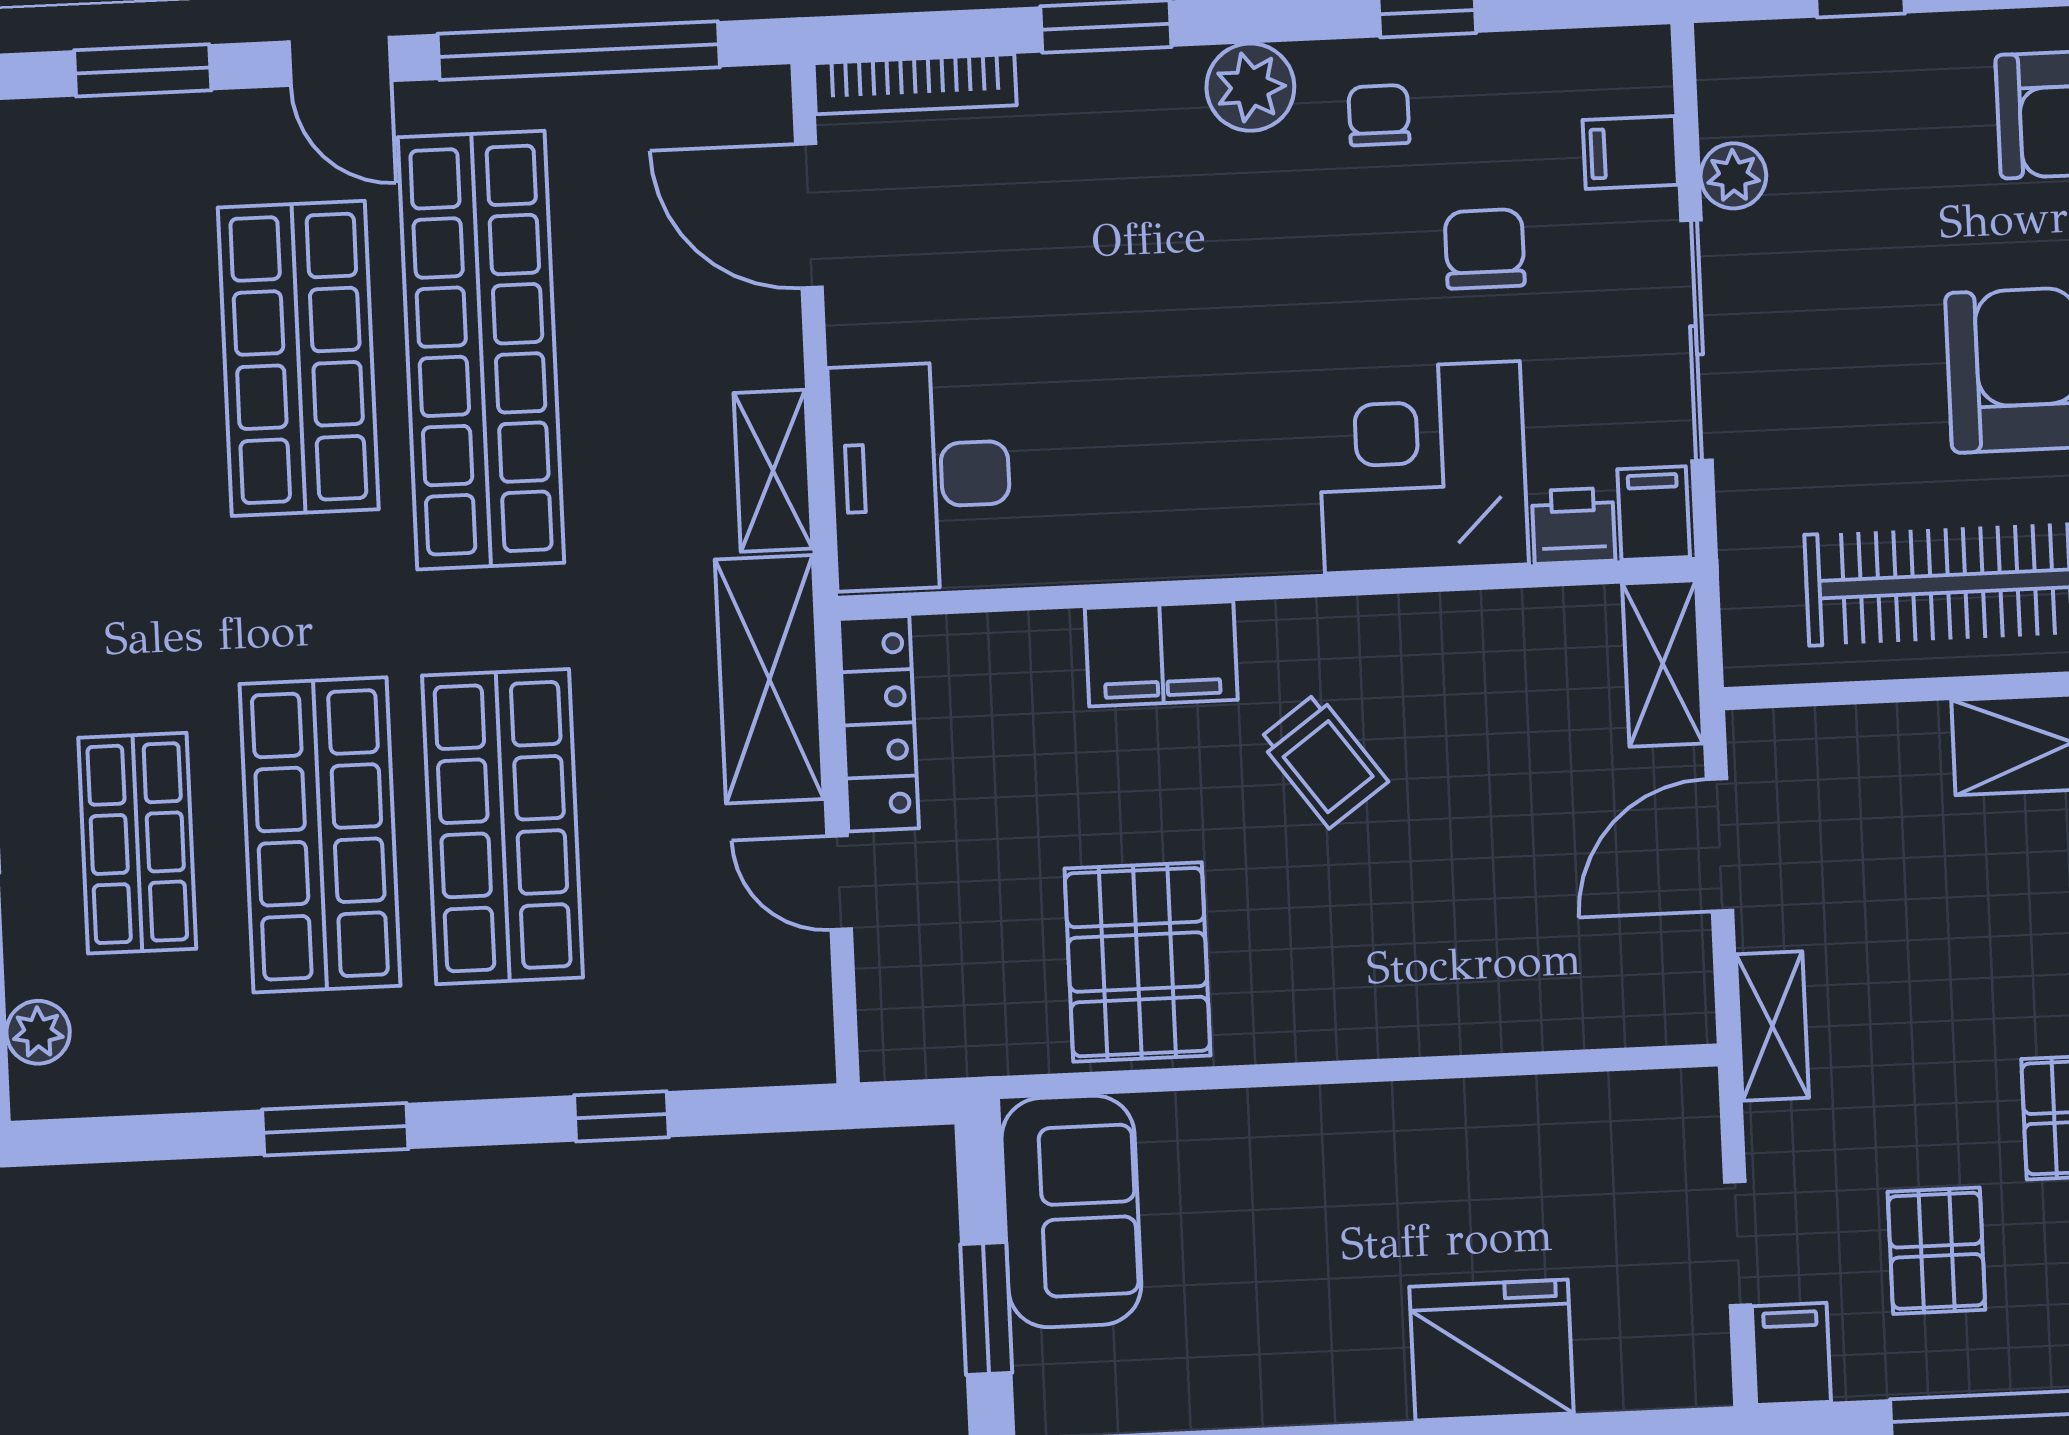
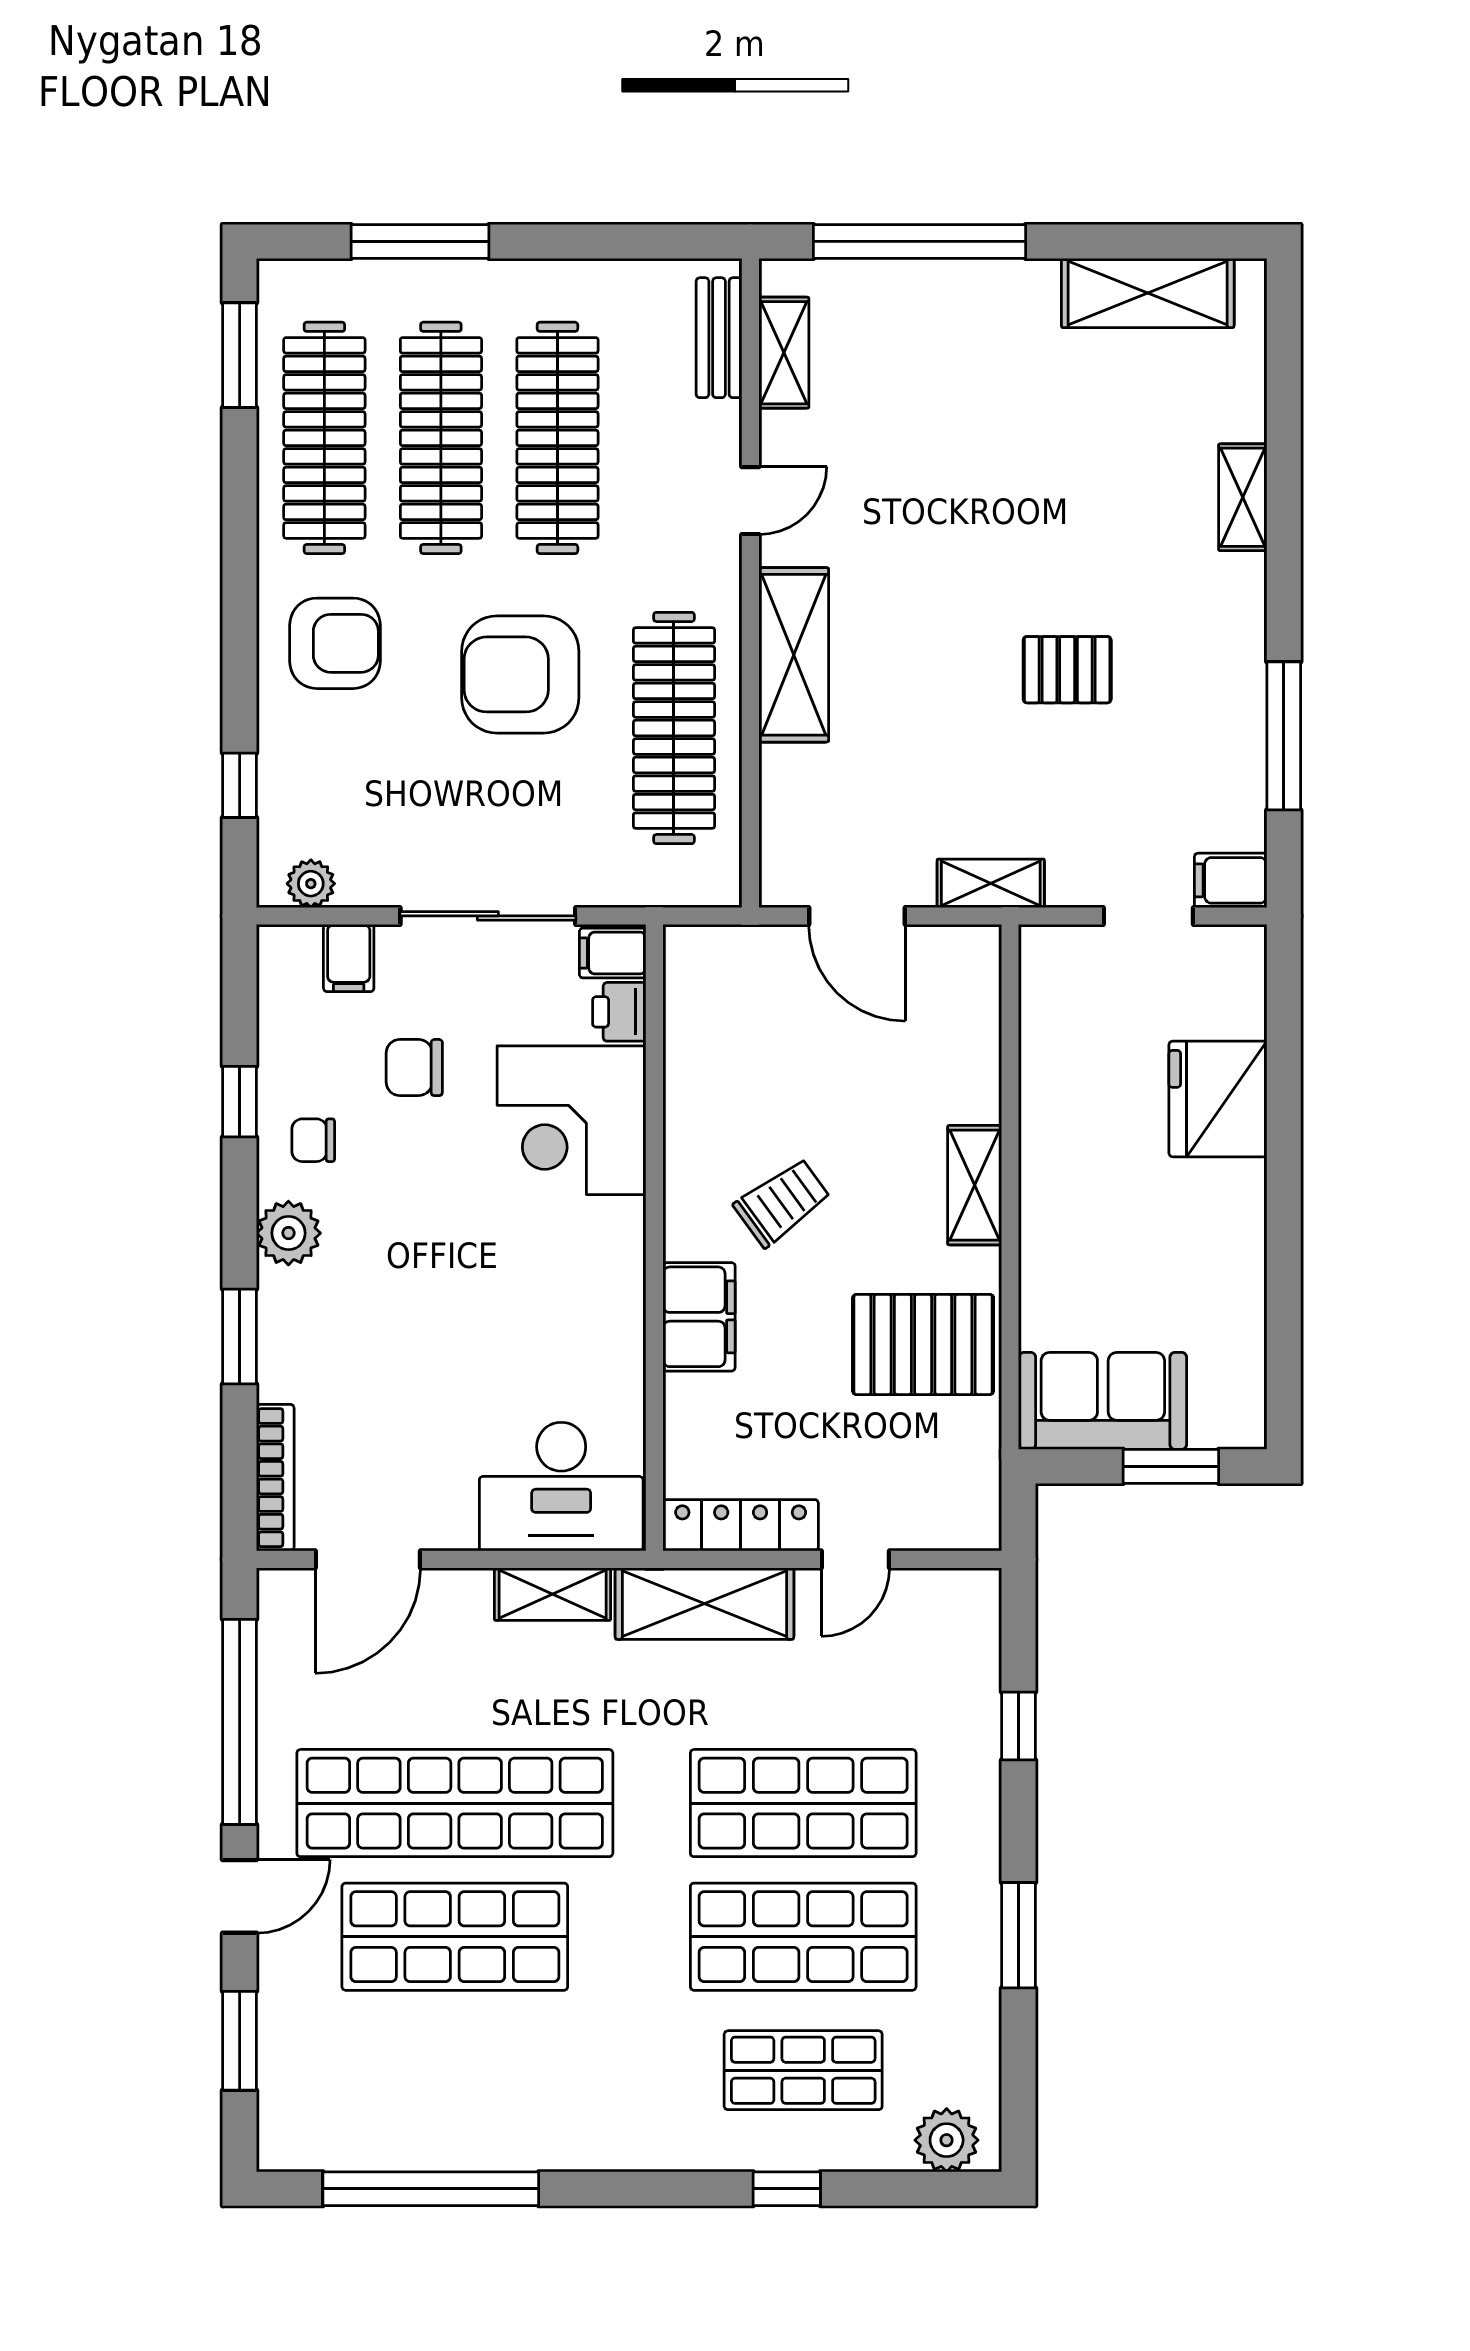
plant: (1733, 176) -> (311, 884), moved
shelving: (1663, 664) -> (975, 1185), moved, turned 90
plant: (38, 1032) -> (947, 2140), width x1.38, depth x1.38
pallet: (1936, 1251) -> (1160, 771), removed

